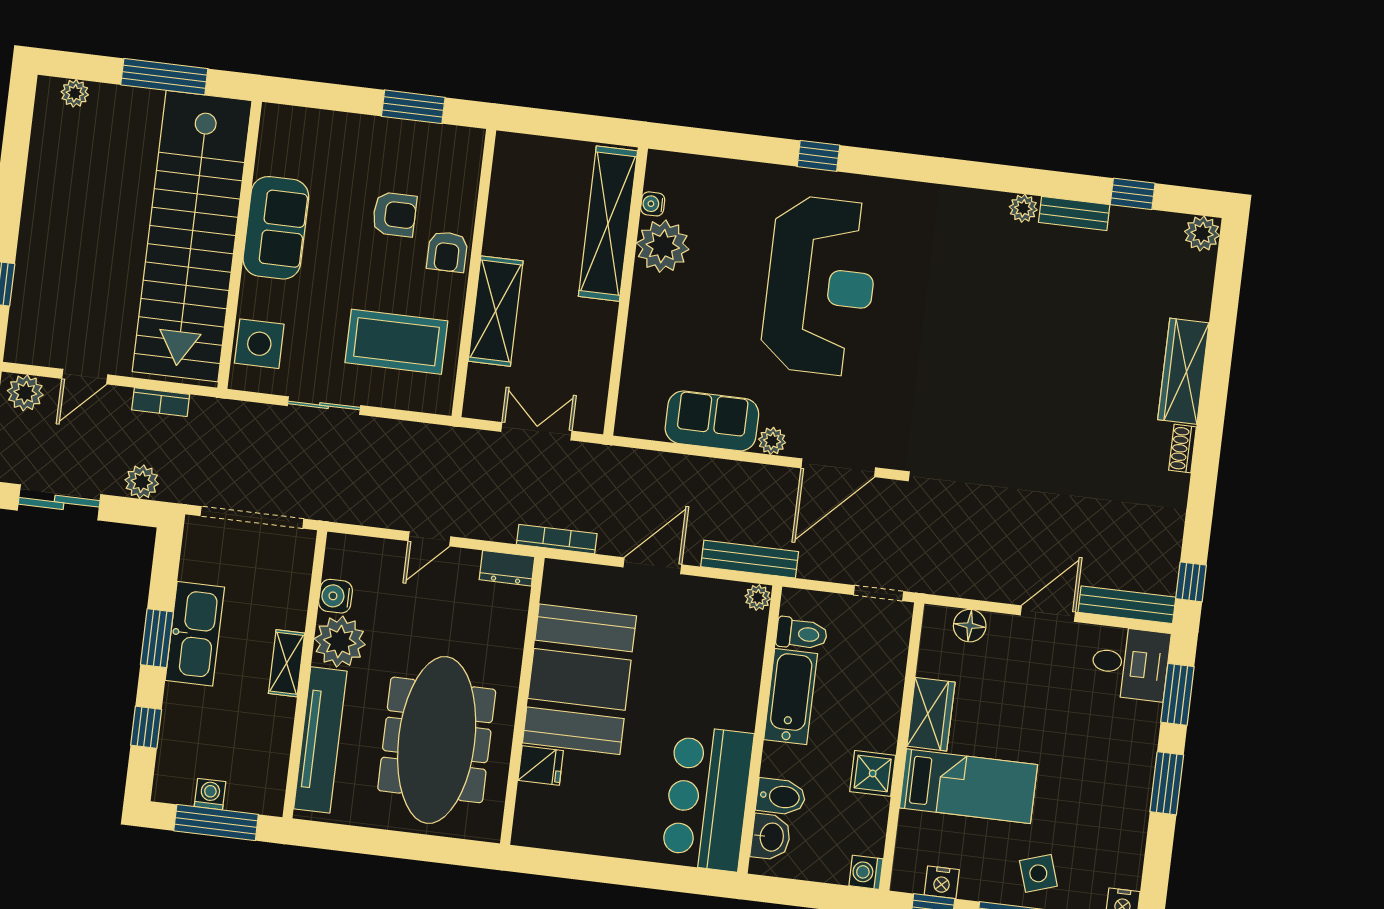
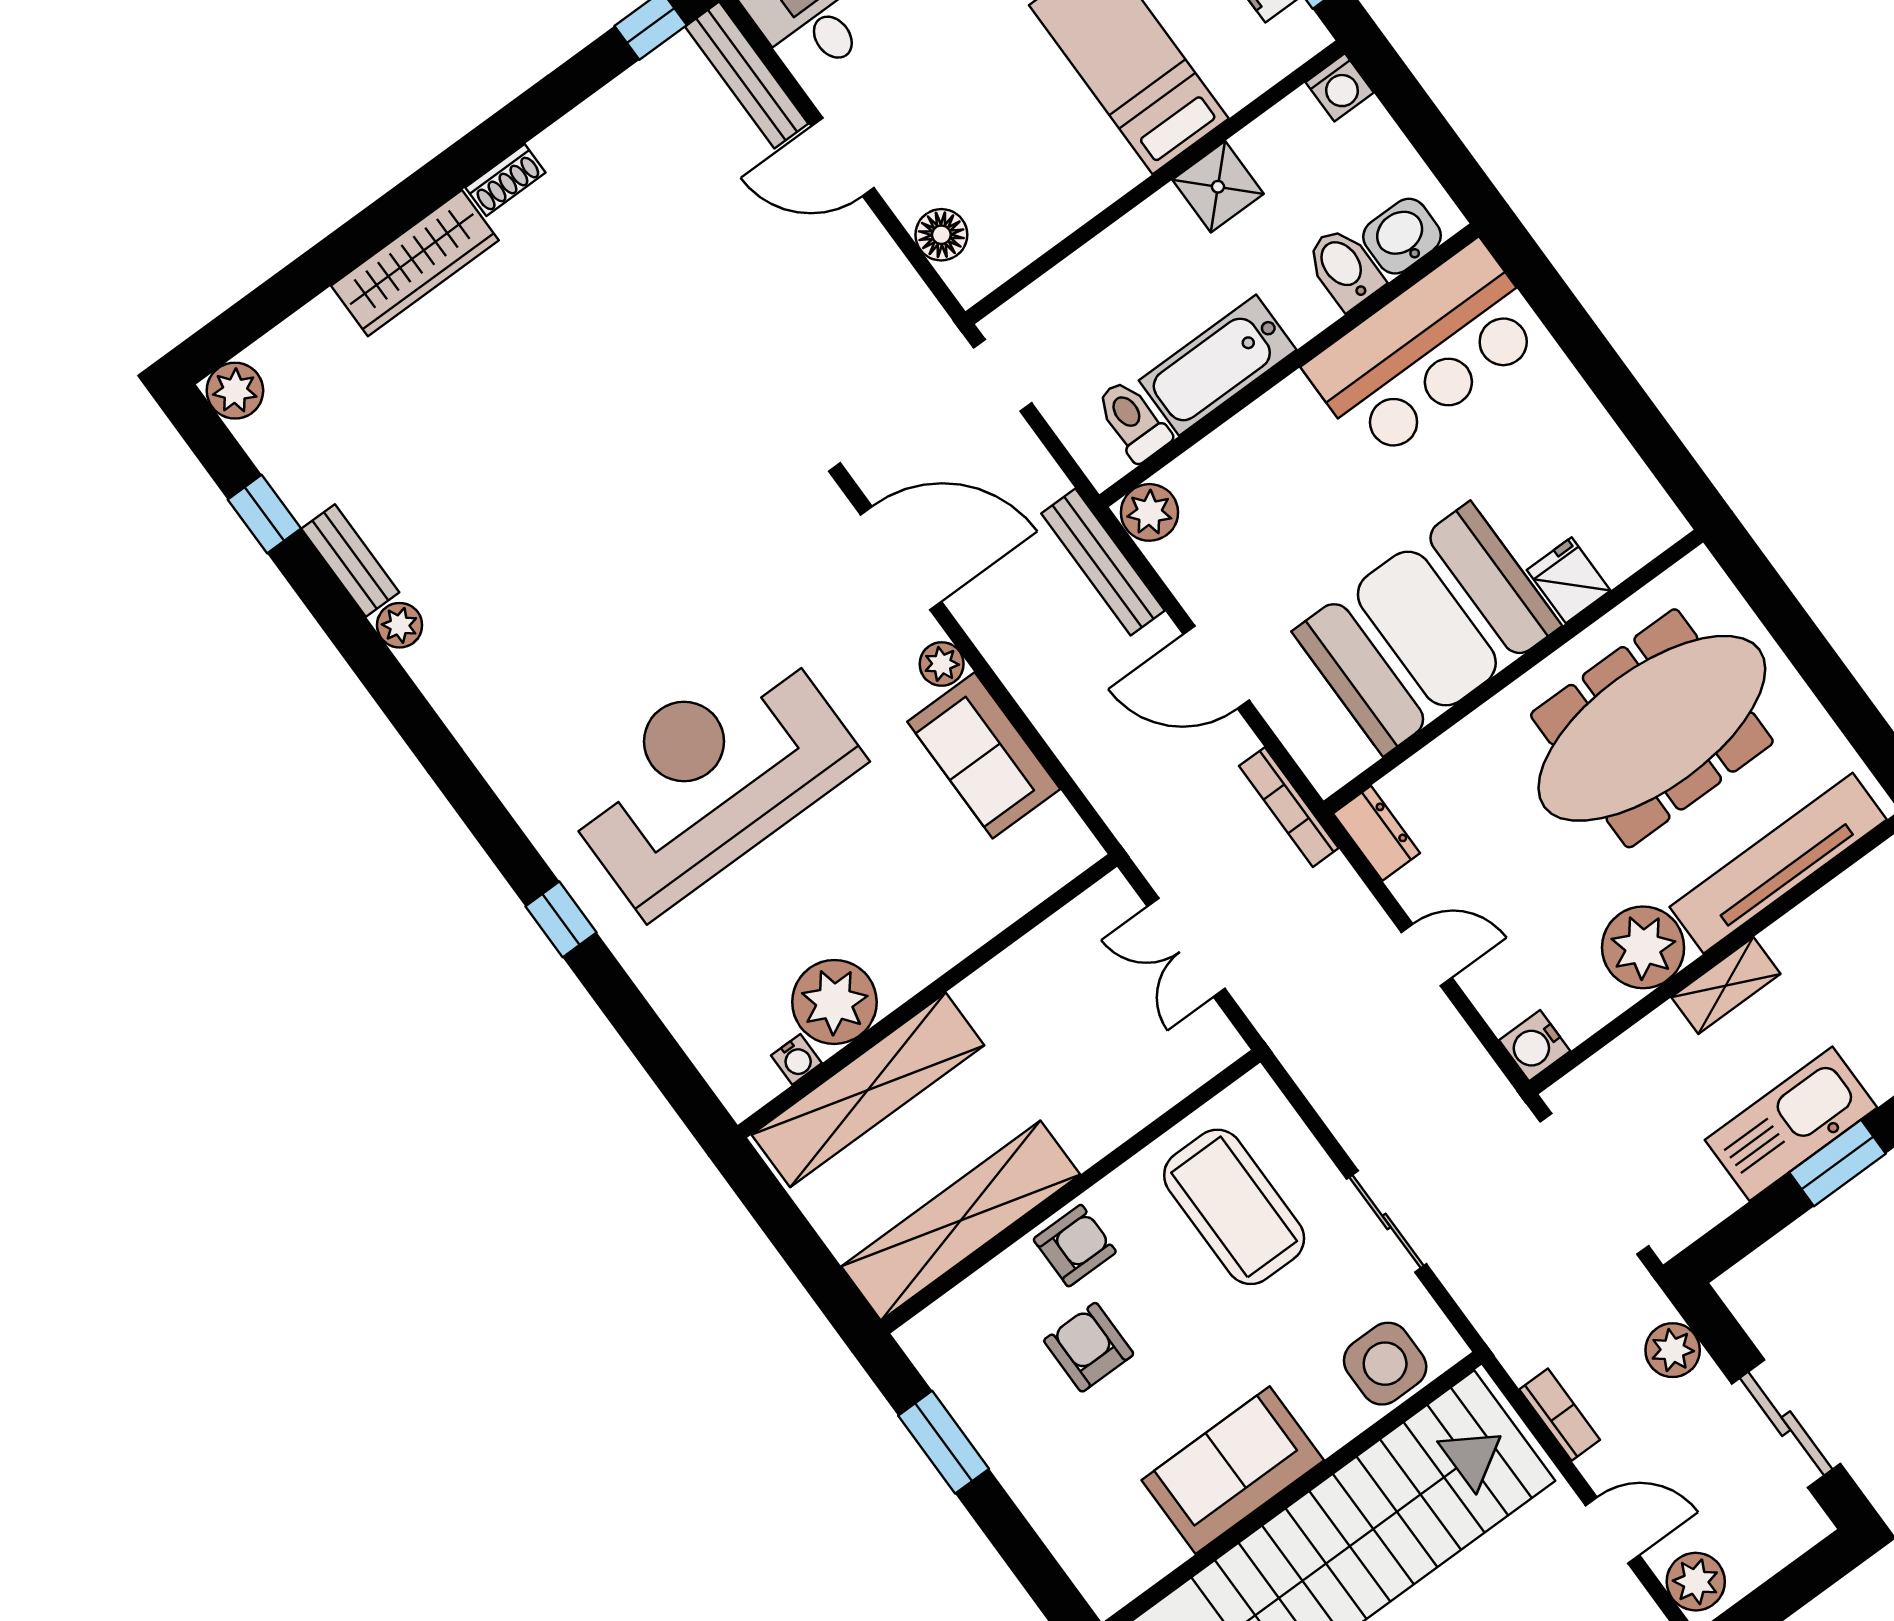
shelving: (496, 311) -> (961, 1221), moved, width x1.47
water cooler: (335, 596) -> (1535, 1046), moved, turned 90
plant: (758, 598) -> (1149, 512), width x1.38, depth x1.38
wardrobe: (931, 714) -> (1086, 183), removed

